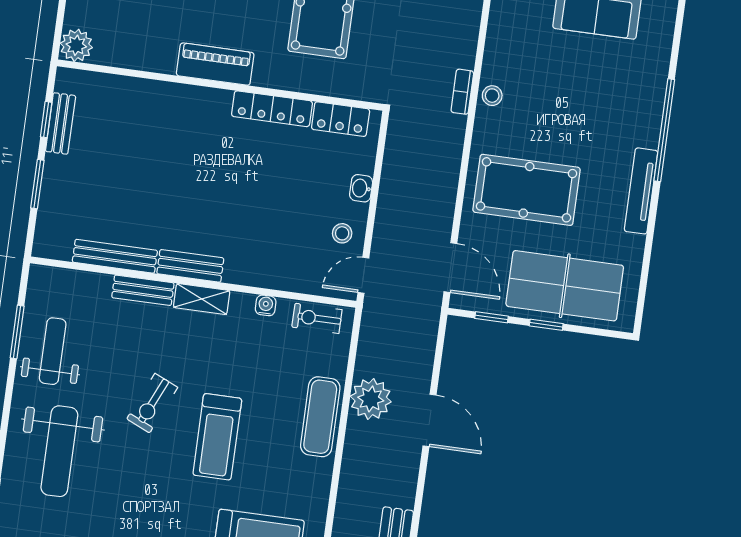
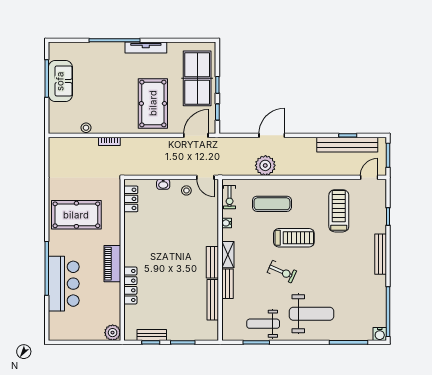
stool: (492, 96) -> (86, 128), moved
locker: (272, 109) -> (130, 285), moved
exercise mat: (320, 417) -> (272, 204), moved

